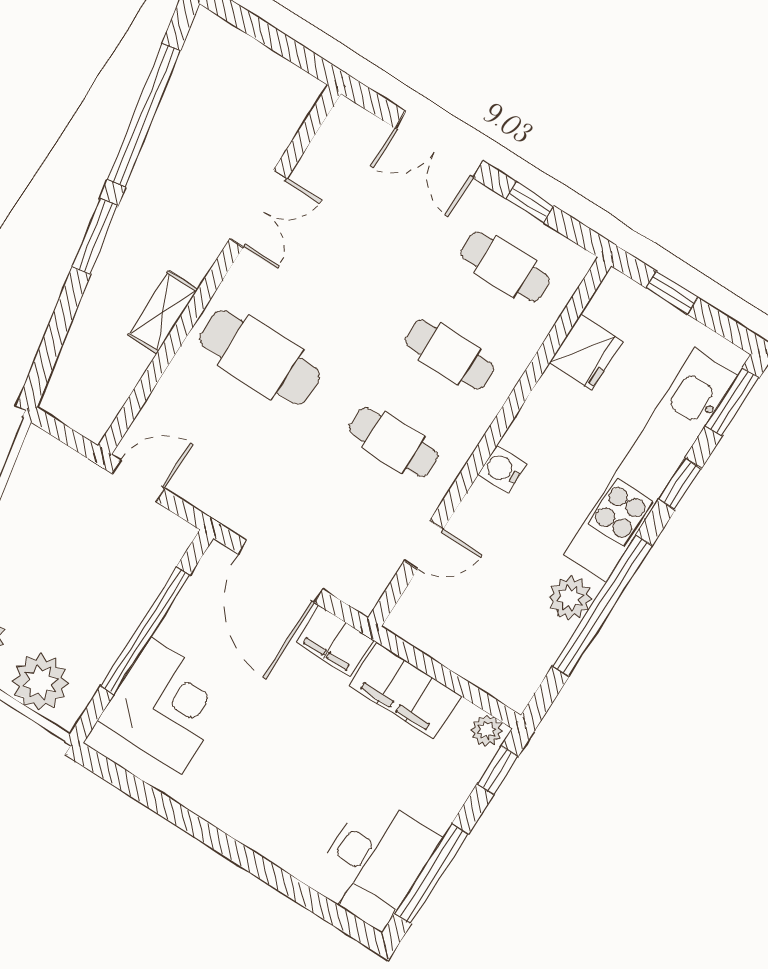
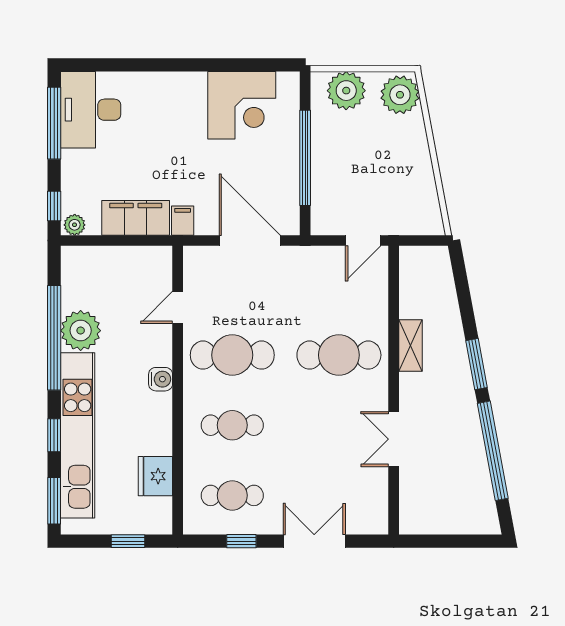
cafe table: (393, 442) -> (232, 355), width x1.37, depth x1.35
plant: (570, 598) -> (81, 331), width x1.36, depth x1.36
filing cabinet: (335, 641) -> (183, 221), width x0.50
corner desk: (166, 705) -> (242, 105), moved, turned -90

